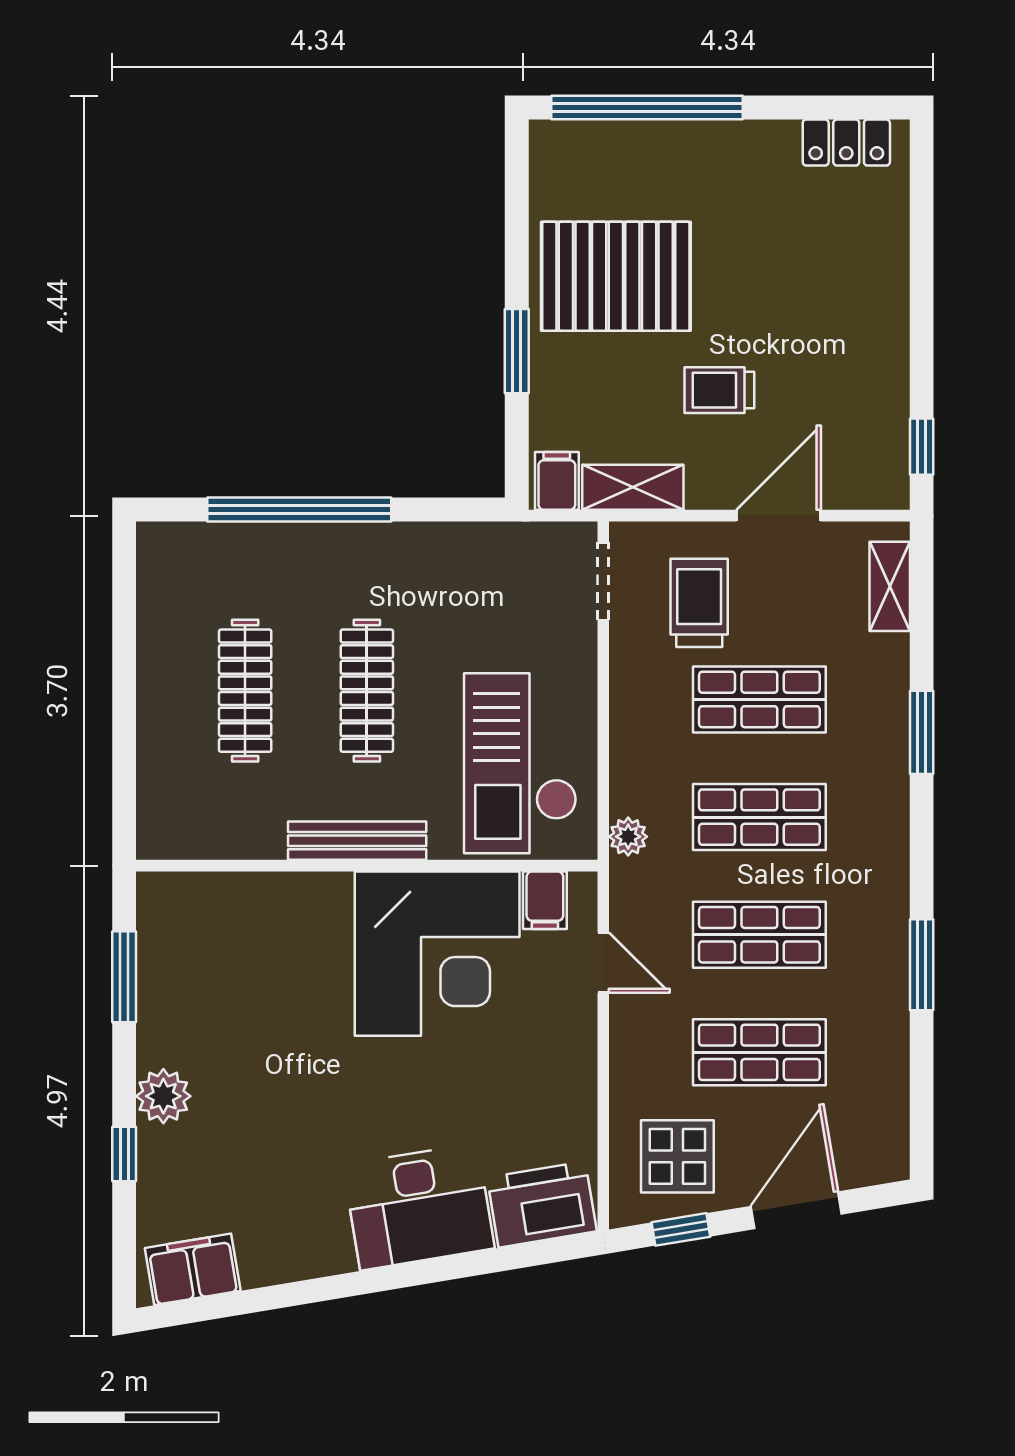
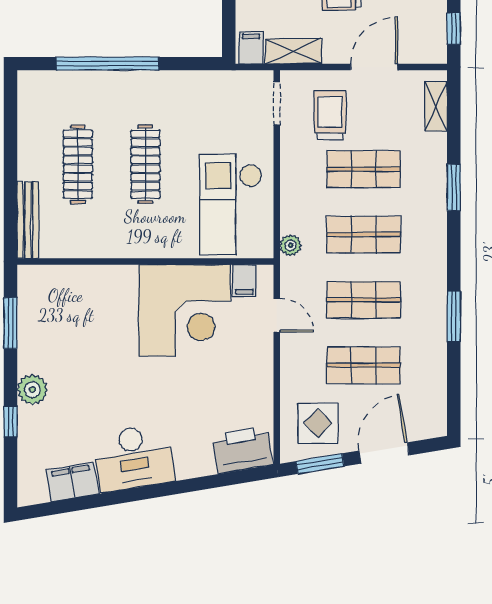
bench: (357, 841) -> (28, 220), moved, turned 90
desk: (419, 1207) -> (134, 458), moved
window: (681, 1229) -> (320, 464), width x1.50
filing cabinet: (193, 1269) -> (72, 482), moved

